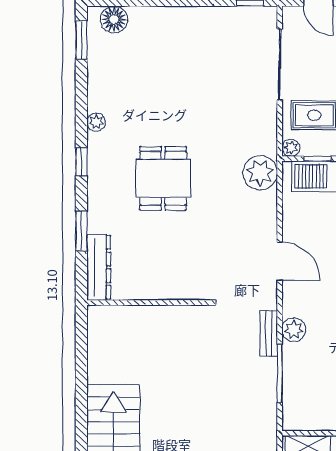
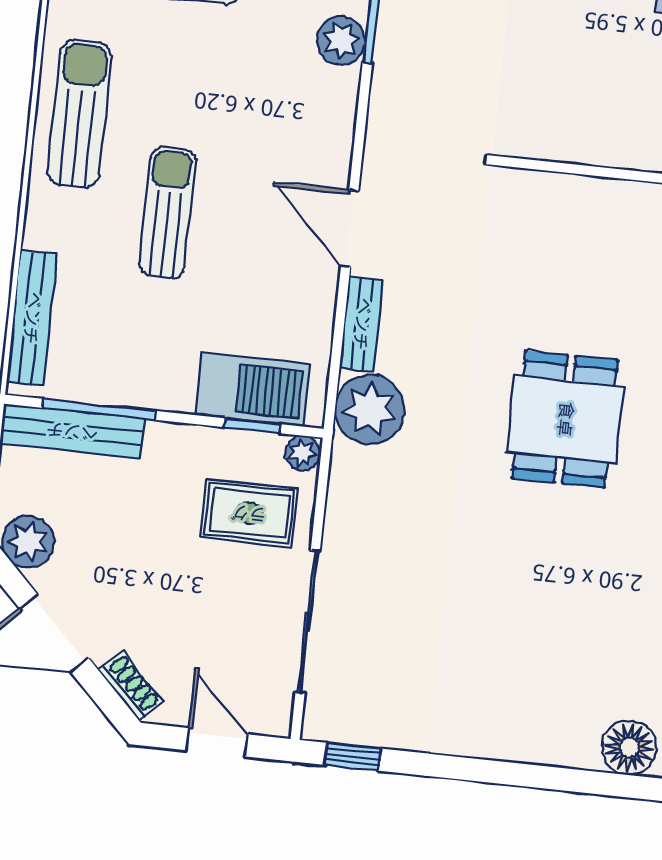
plant: (294, 330) -> (341, 41), moved
bench: (269, 333) -> (362, 324), moved

